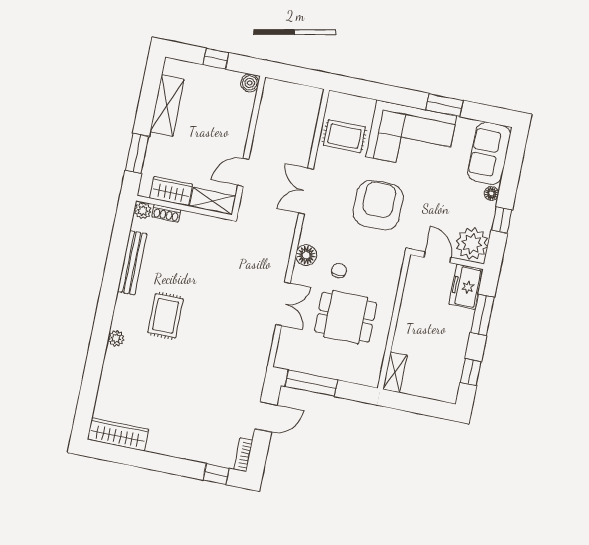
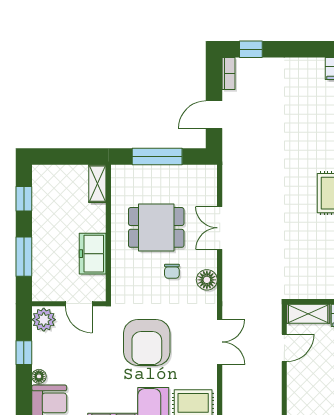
plant: (472, 244) -> (44, 320), width x0.73, depth x0.73
freezer: (466, 287) -> (93, 254), moved, turned 180
window: (311, 383) -> (157, 156), moved

